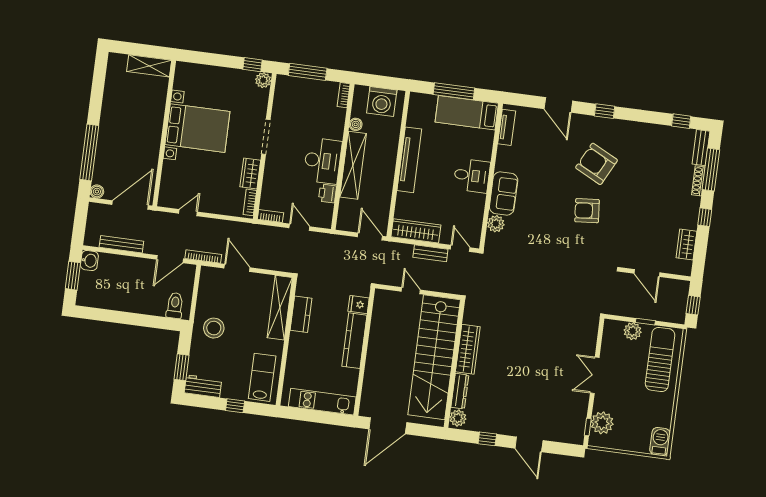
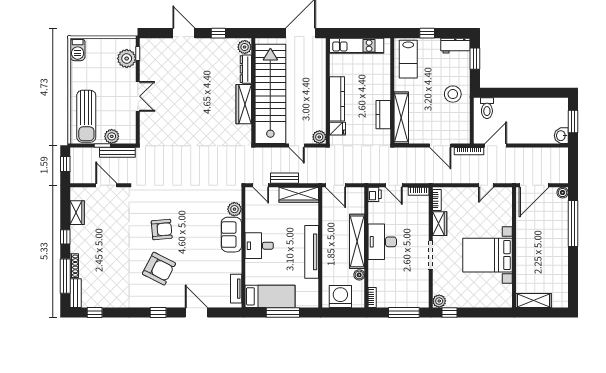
printer: (327, 193) -> (375, 194), moved
bench: (121, 244) -> (117, 152), moved
plant: (382, 297) -> (319, 137), added

